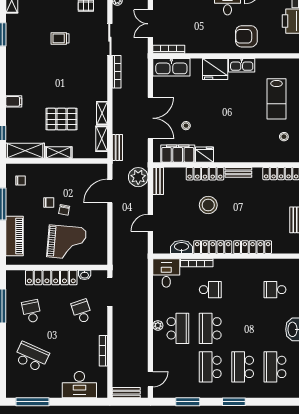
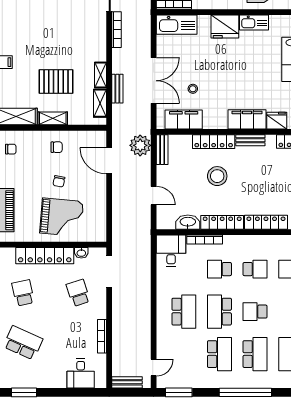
bench: (117, 148) -> (117, 89), moved
filing cabinet: (235, 153) -> (247, 119), added
fridge: (204, 155) -> (277, 121), moved
door: (110, 191) -> (109, 161), hinge flipped
chair: (49, 203) -> (57, 147), moved
door: (150, 223) -> (154, 196), swing flipped
school desk: (210, 290) -> (219, 269), turned 180
school desk: (243, 290) -> (255, 269), added
plant: (158, 325) -> (162, 308), removed
school desk: (243, 328) -> (255, 312), added
school desk: (210, 367) -> (219, 354), turned 180
school desk: (243, 367) -> (255, 354), turned 180
desk: (79, 385) -> (81, 374), width x0.73
window: (32, 402) -> (24, 392), width x0.69
window: (188, 402) -> (179, 392), moved
window: (234, 402) -> (245, 392), width x2.11

